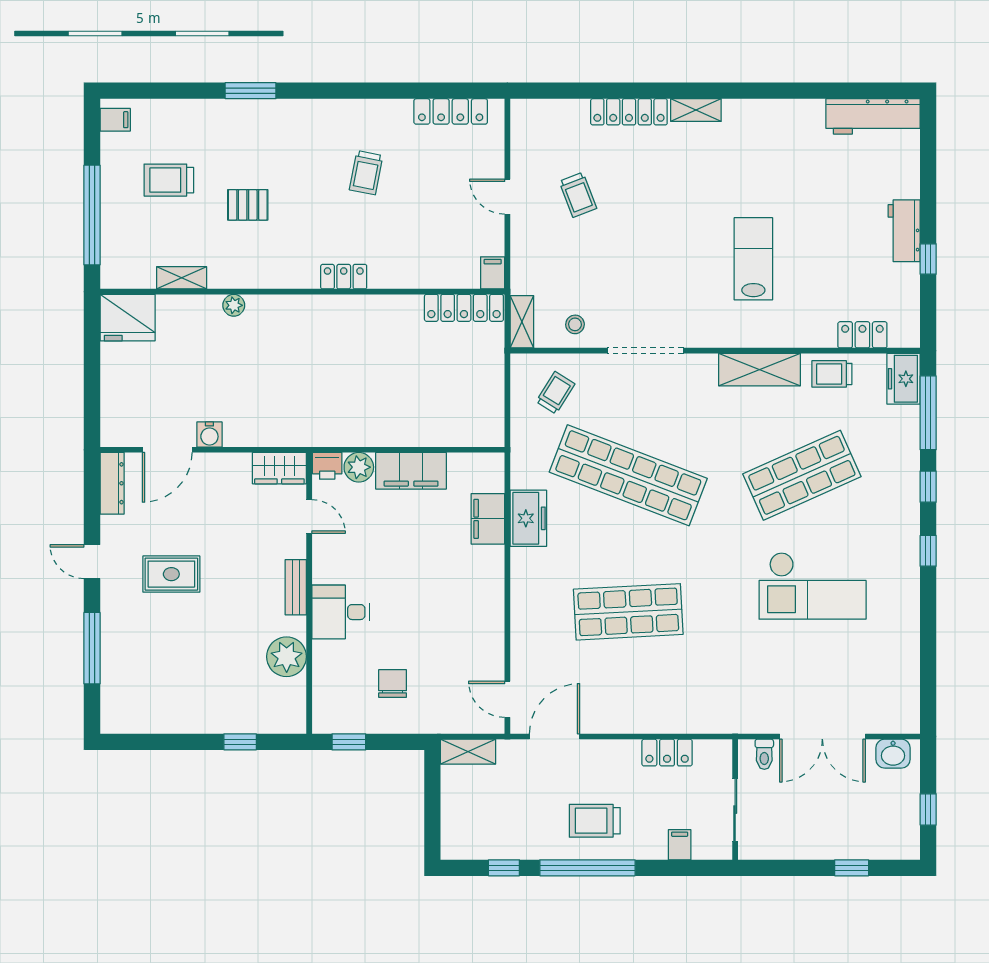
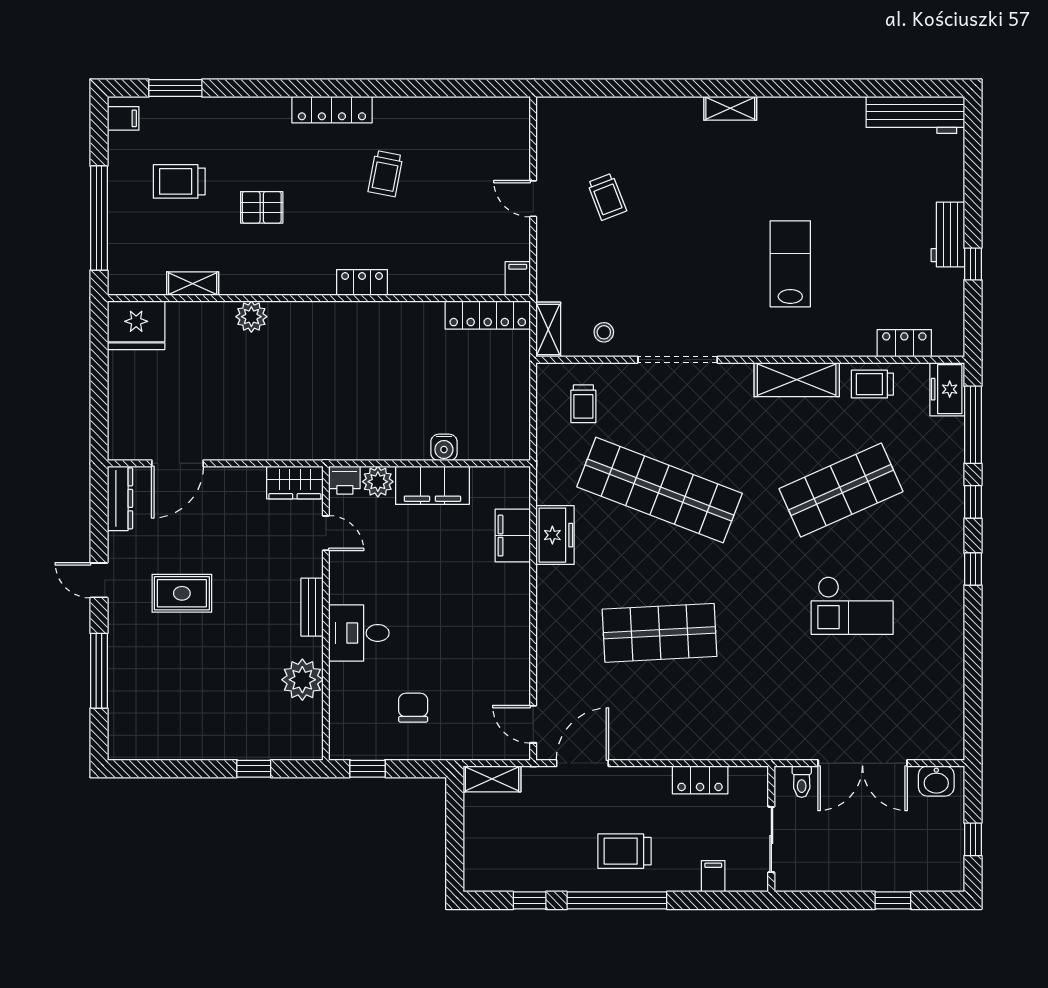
window: (251, 91) -> (175, 88), moved
locker: (451, 111) -> (332, 110), moved
locker: (629, 112) -> (660, 110), removed
plant: (234, 305) -> (251, 317), width x1.38, depth x1.38
trolley: (555, 393) -> (583, 404), turned 148
water cooler: (209, 435) -> (444, 447), moved
checkout: (813, 586) -> (852, 606), width x0.73, depth x0.83

